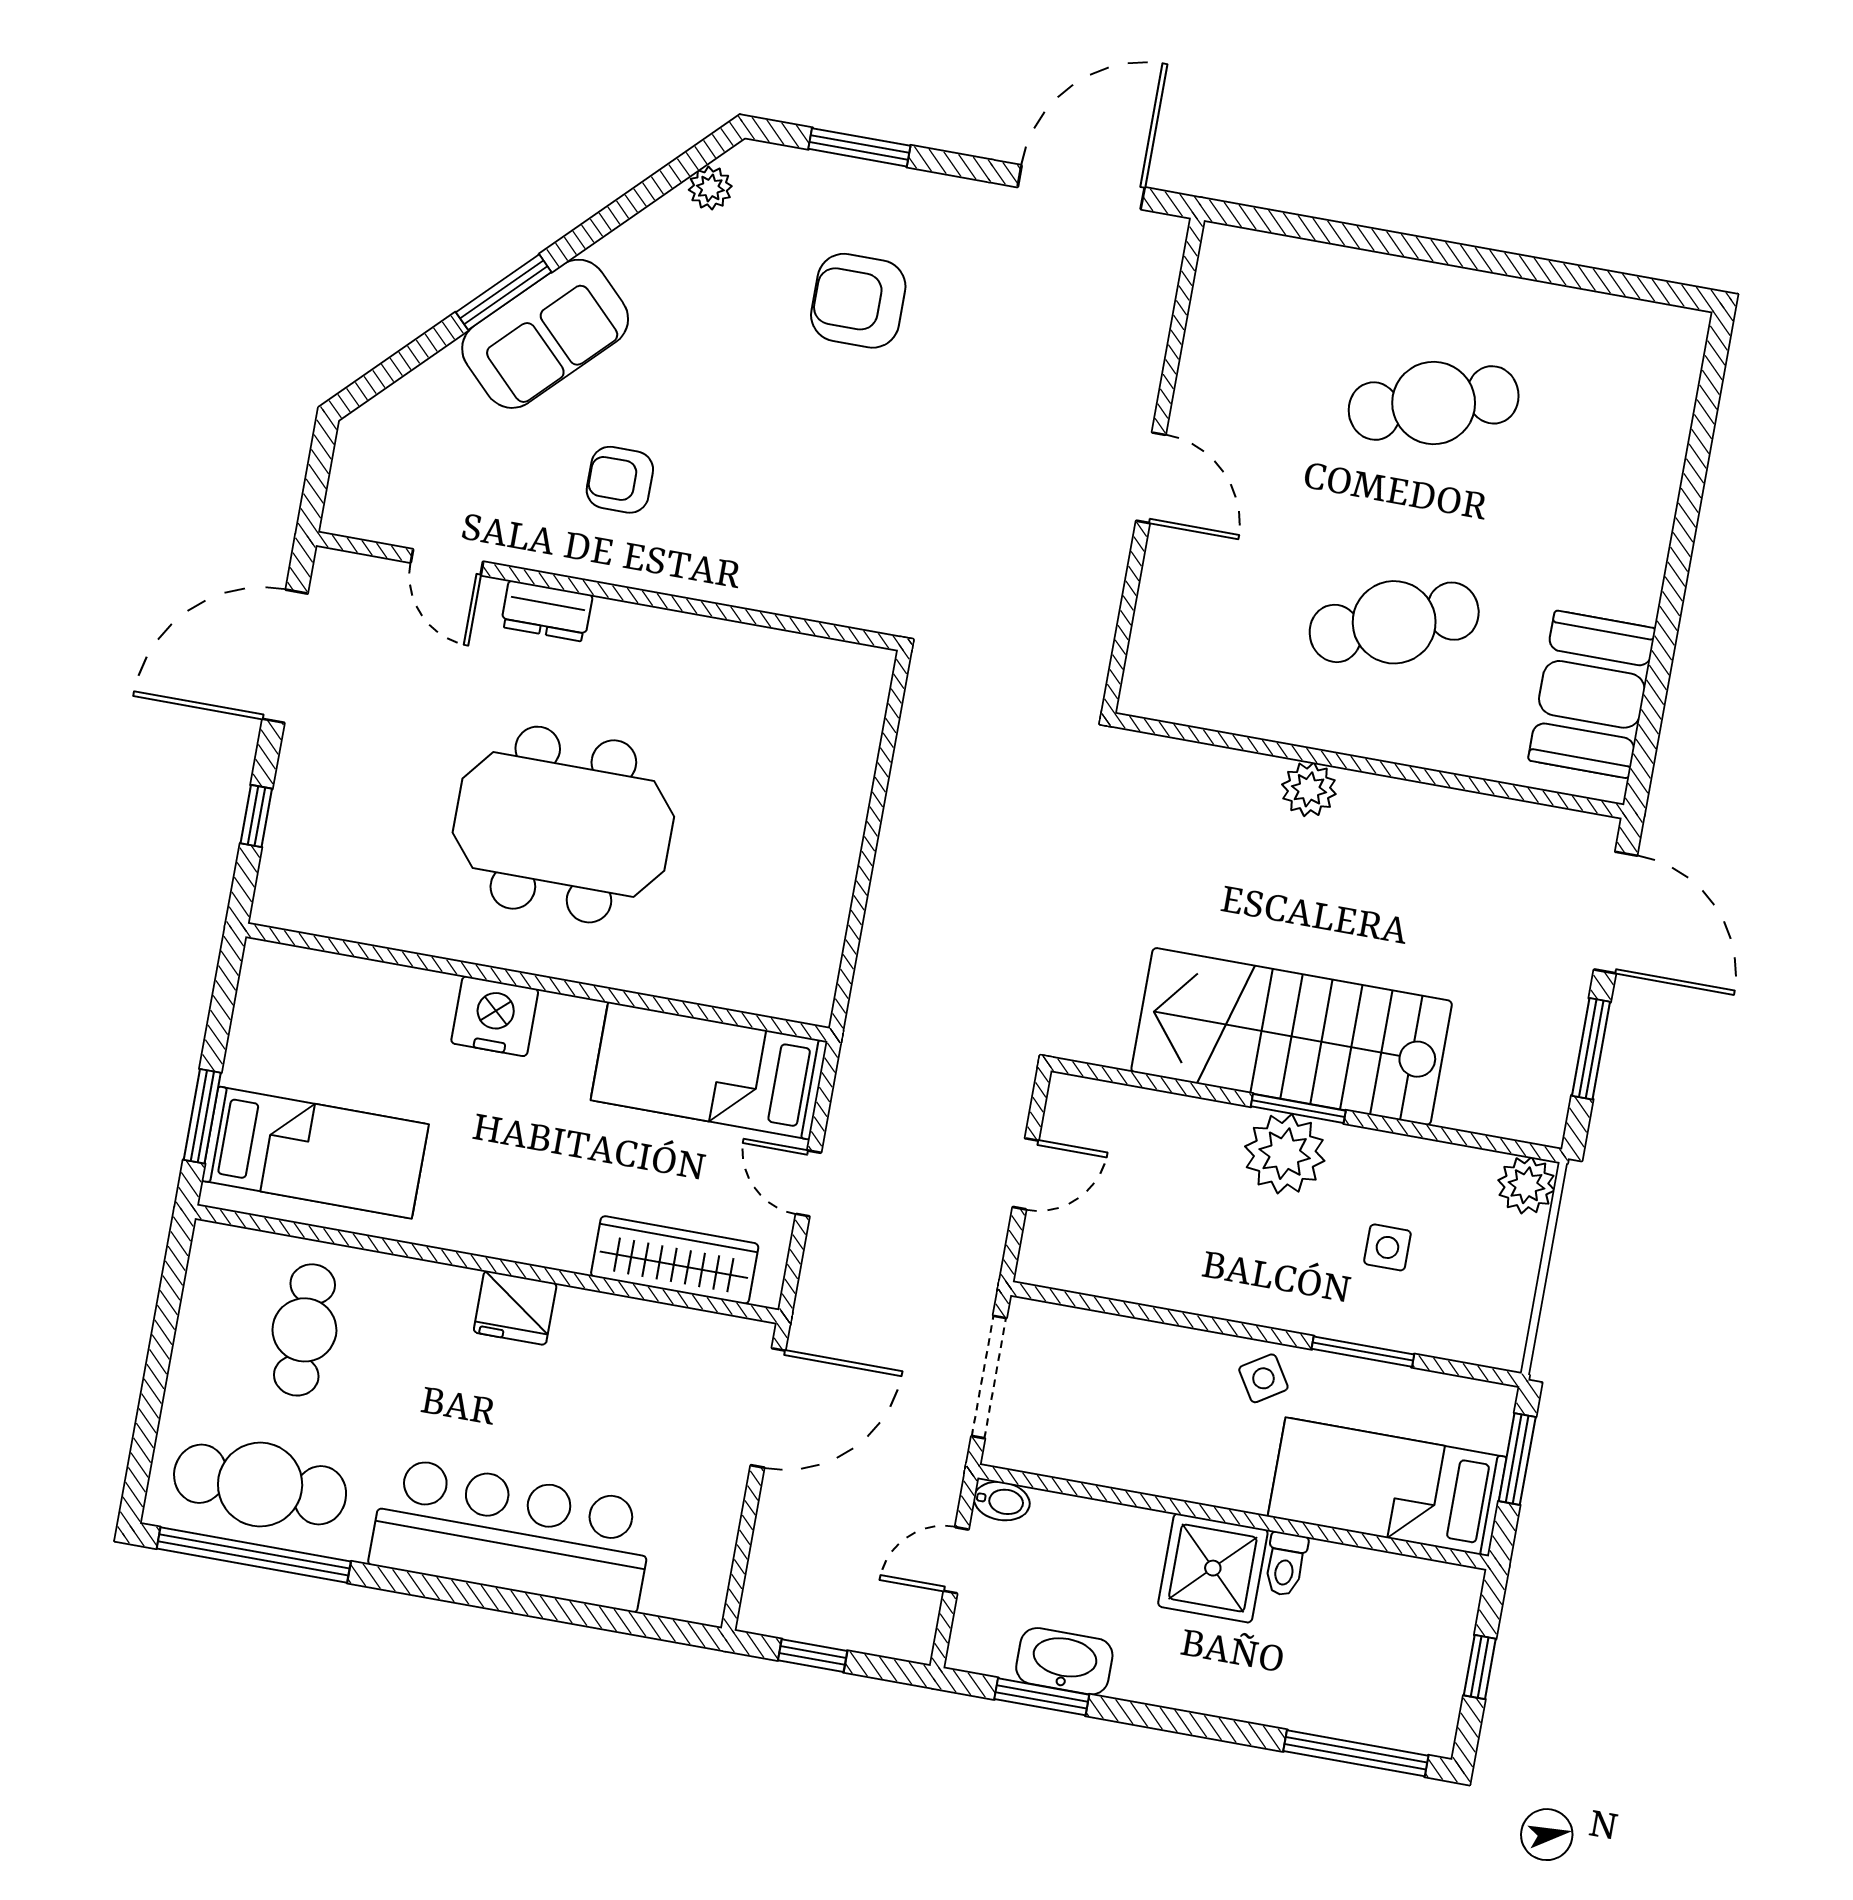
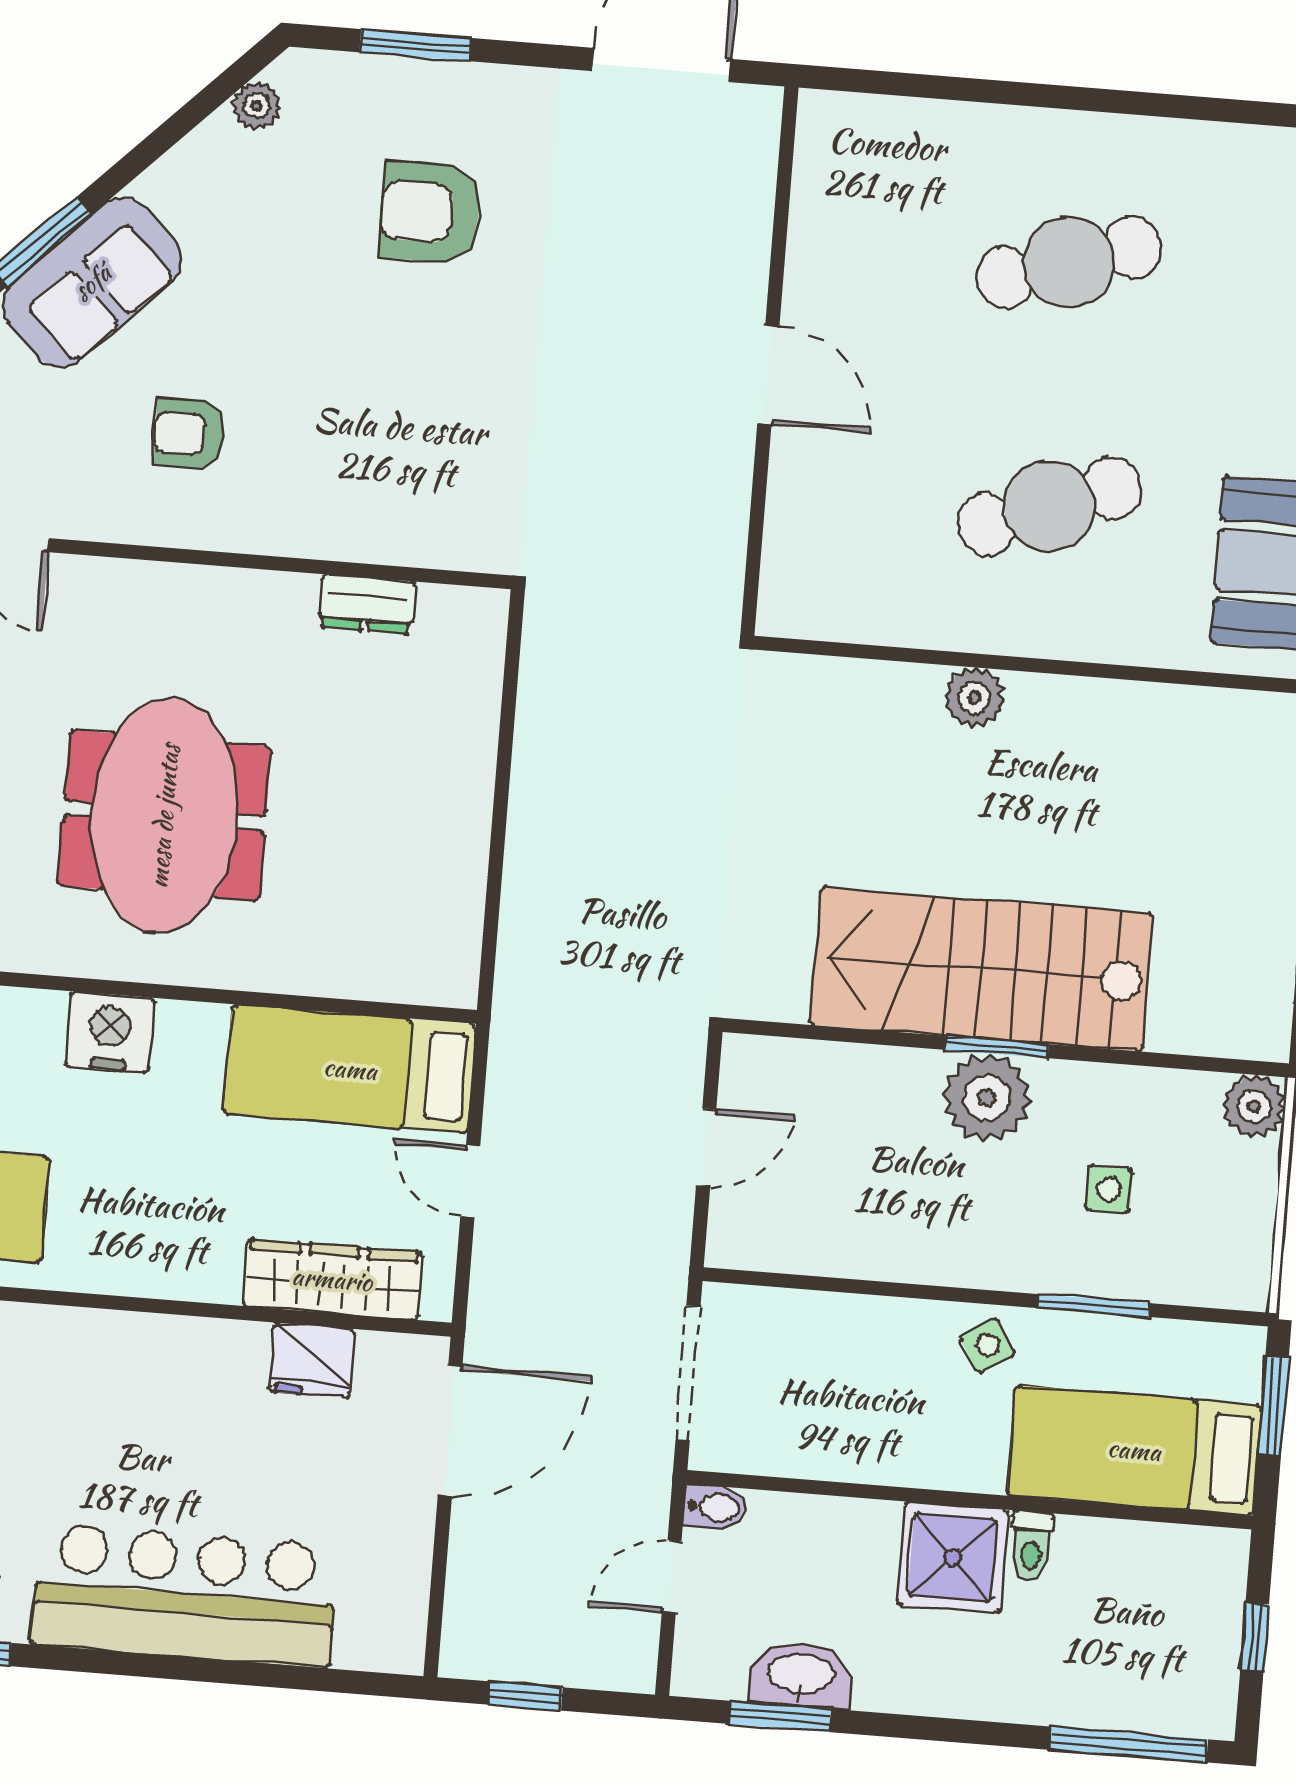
dresser: (547, 611) -> (367, 604), moved
meeting table: (563, 825) -> (164, 816), turned 90
fridge: (515, 1308) -> (312, 1360), moved

